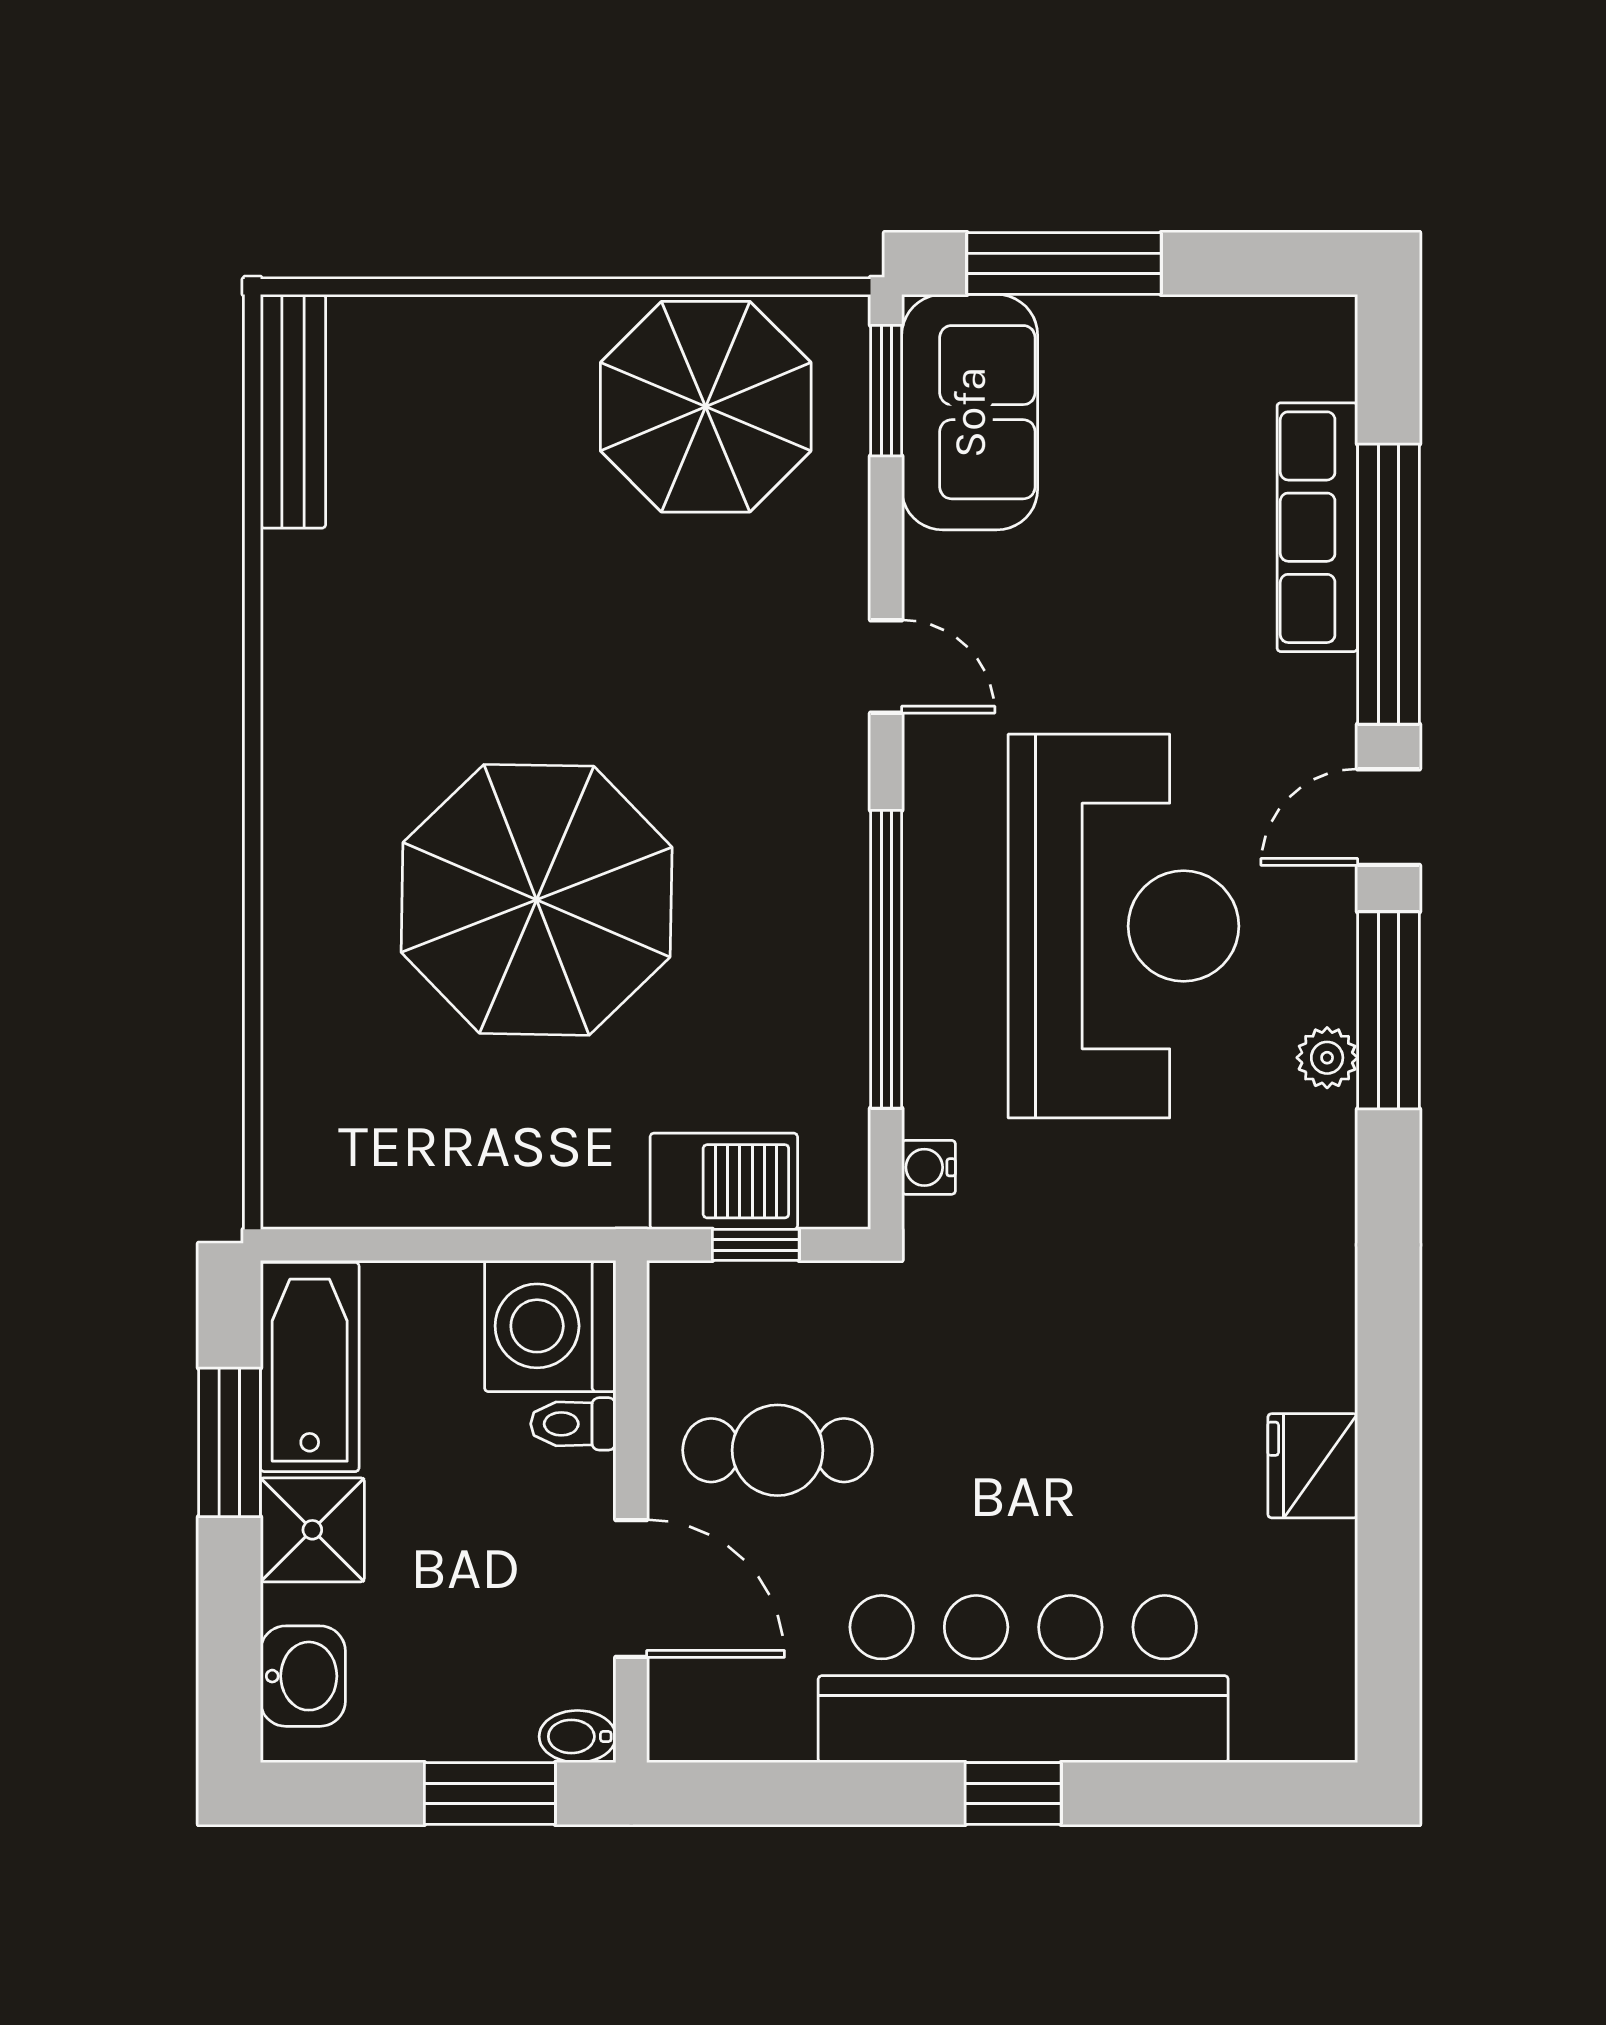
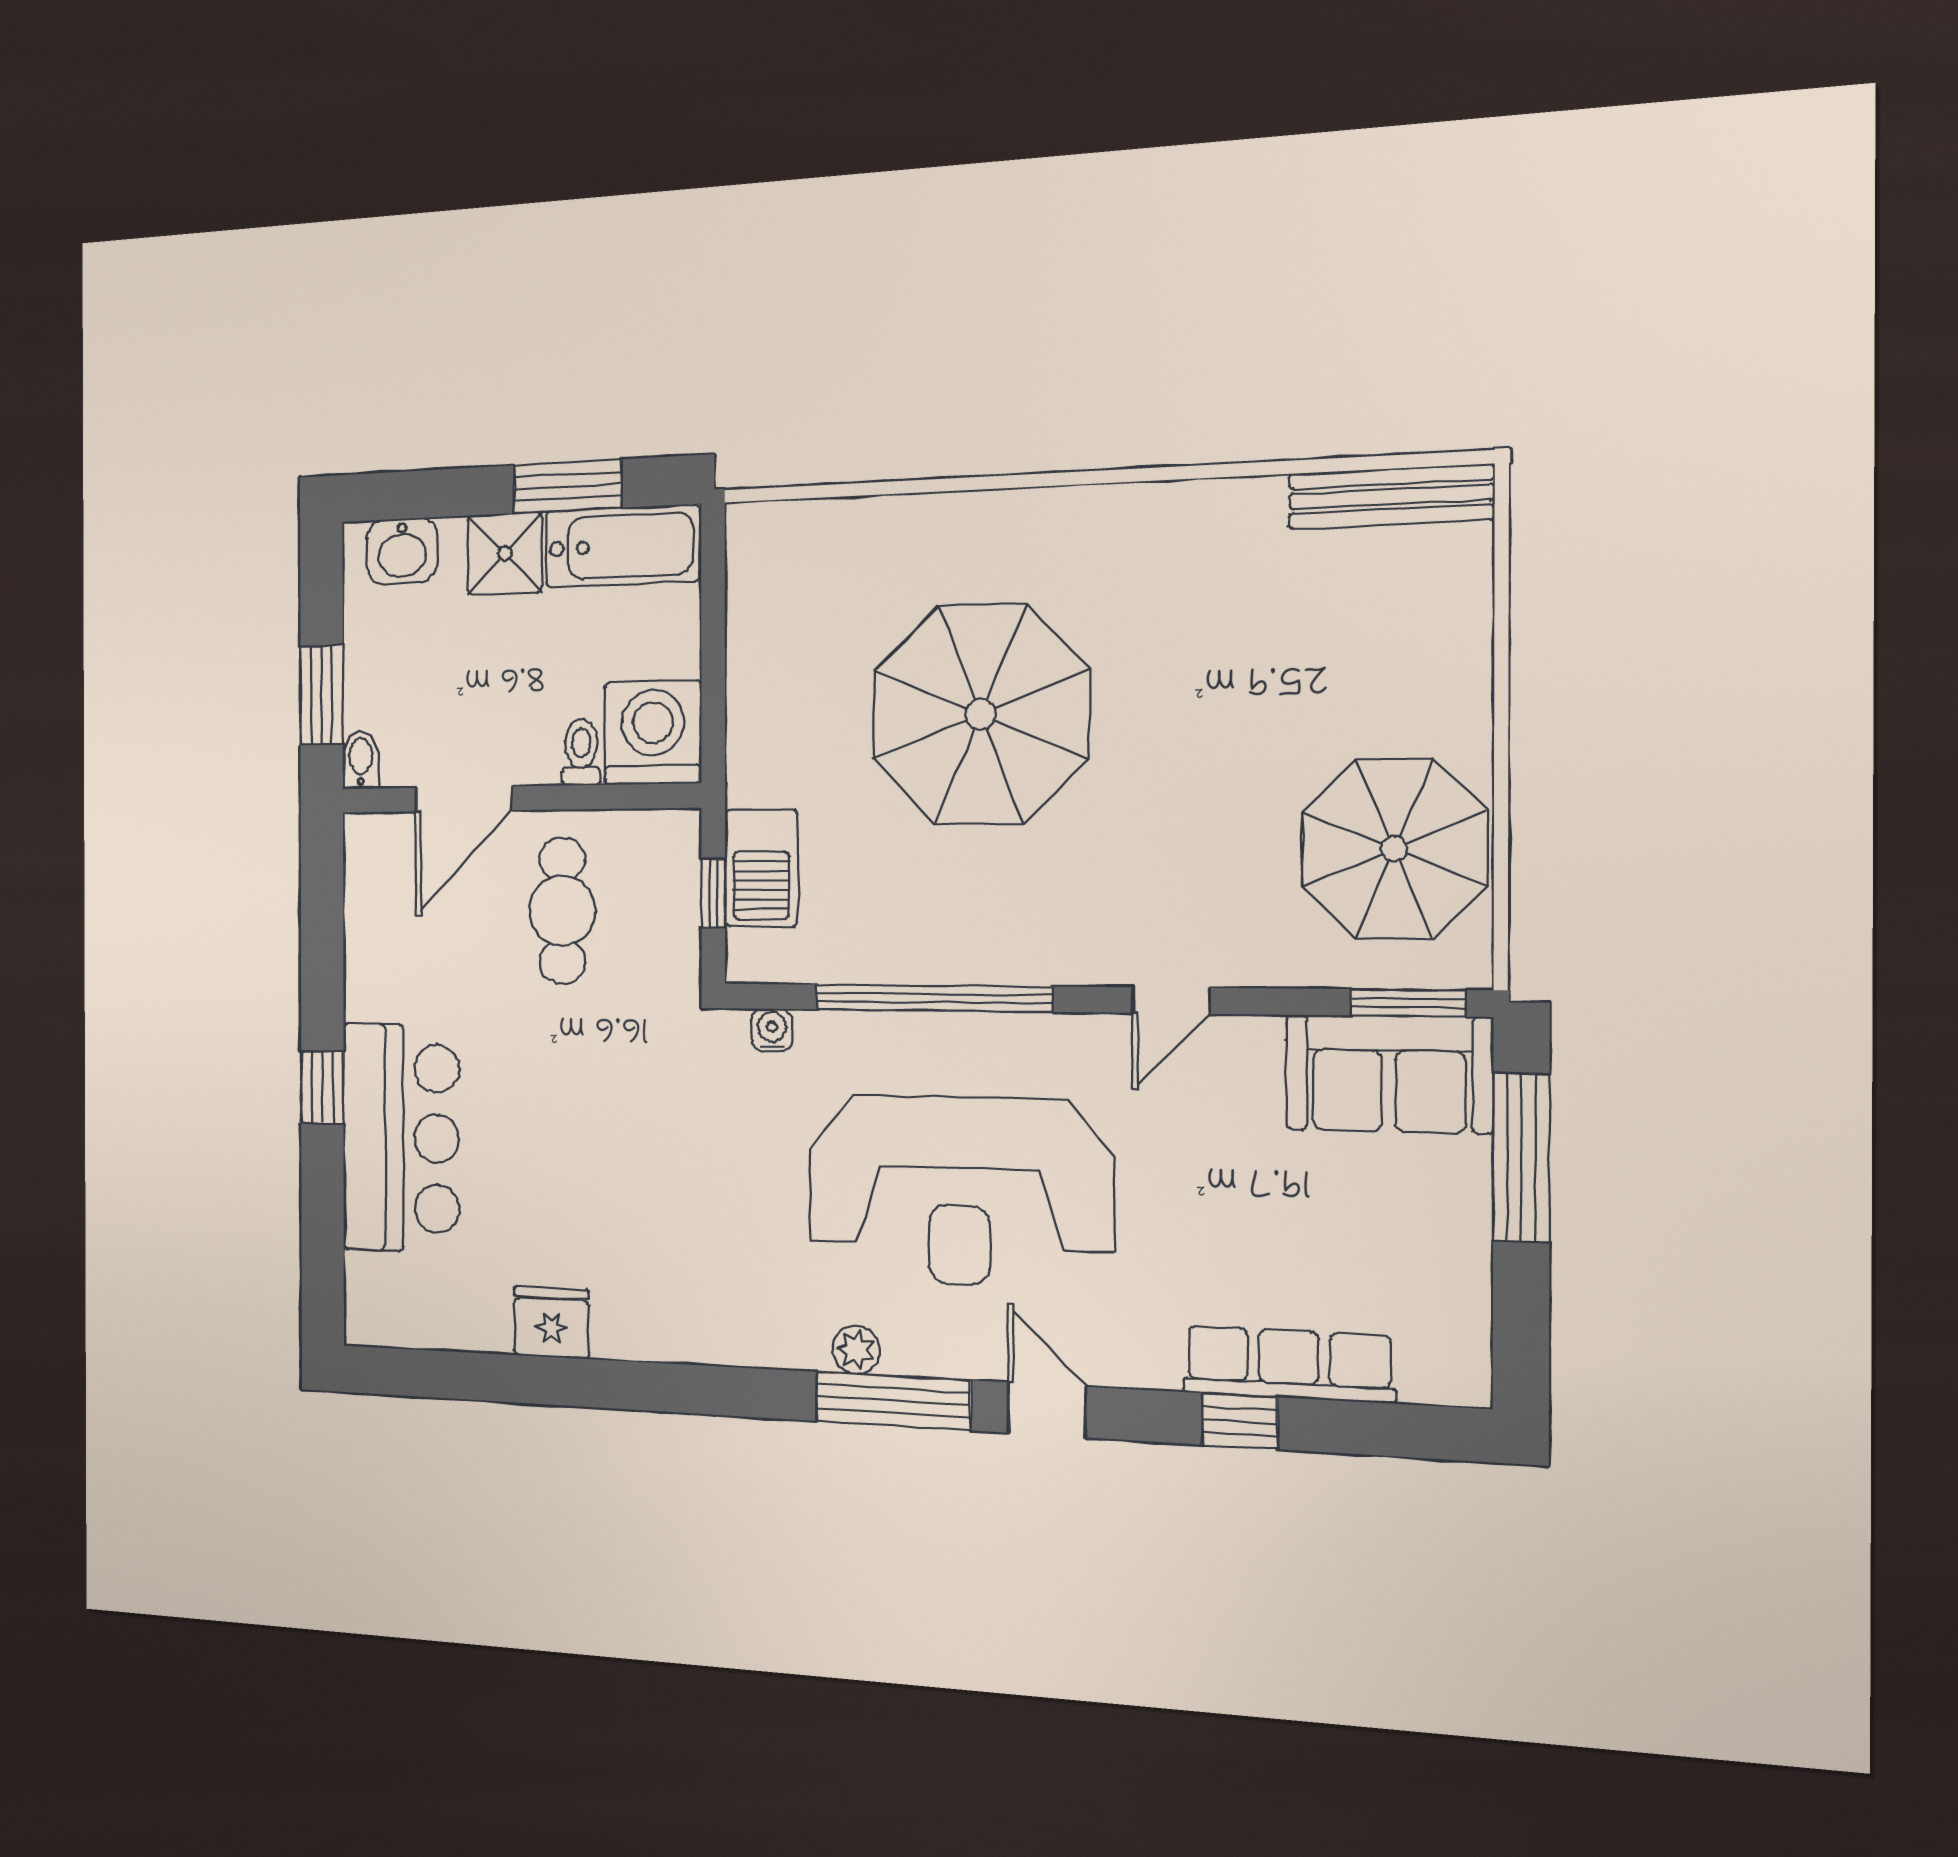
window: (1388, 584) -> (1240, 1421), width x0.32
bar counter: (1023, 1679) -> (401, 1138), width x0.73

